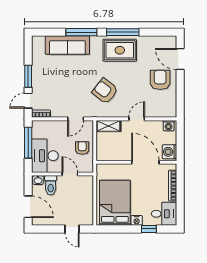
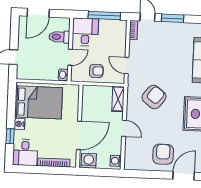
armchair: (160, 80) -> (163, 154), turned -90
desk: (45, 156) -> (85, 32), width x0.73
washbasin: (38, 180) -> (63, 75), moved

